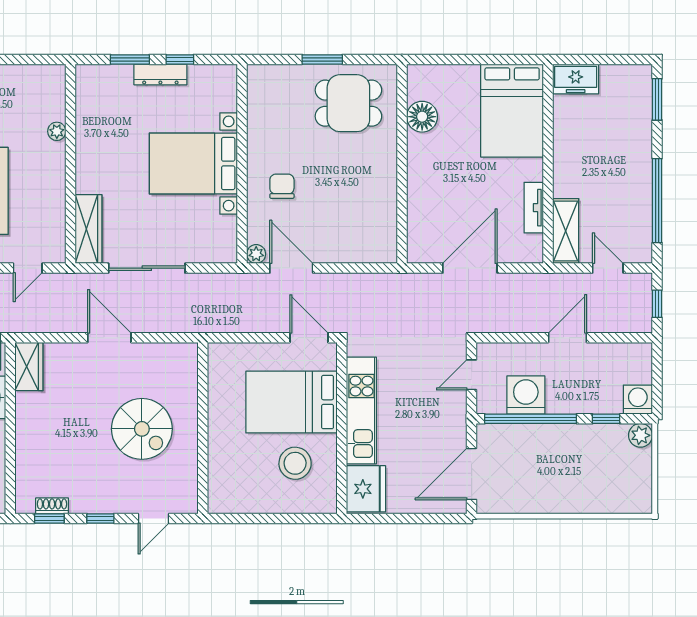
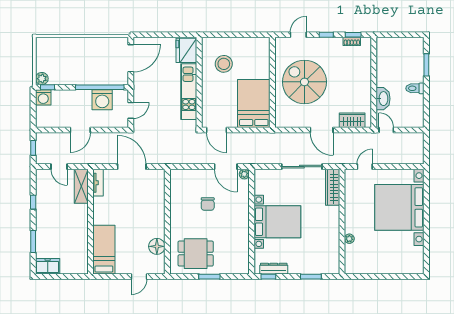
window: (180, 59) -> (268, 277), moved
door: (456, 59) -> (139, 277), added
dresser: (160, 74) -> (274, 269), moved
freezer: (576, 79) -> (48, 266), moved
window: (657, 99) -> (33, 241), moved
bed: (512, 111) -> (104, 250), width x0.67
chair: (282, 186) -> (208, 204), moved
window: (657, 201) -> (33, 202), width x0.32
tv unit: (534, 208) -> (98, 183), moved
door: (470, 268) -> (132, 167), swing flipped
wardrobe: (29, 366) -> (352, 120), moved, turned 90
bed: (291, 402) -> (254, 104), moved, turned -90
window: (606, 419) -> (47, 87), moved
spiral stairs: (142, 429) -> (304, 82), width x1.37, depth x1.37

